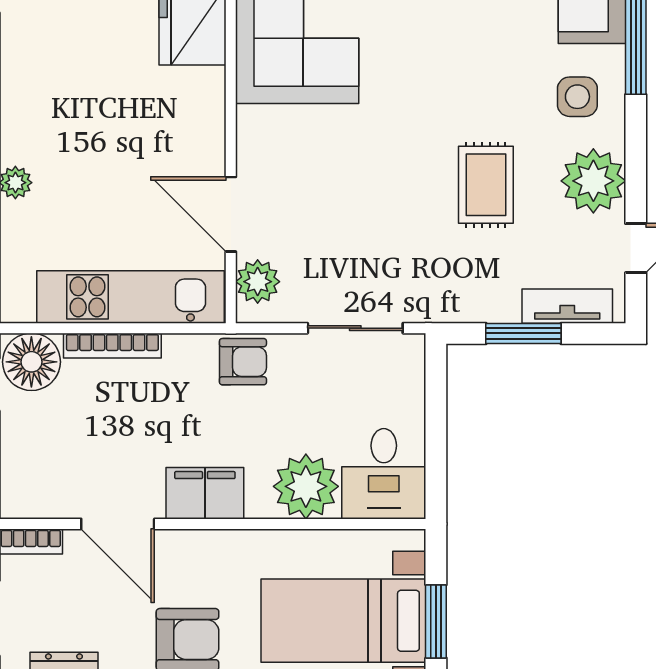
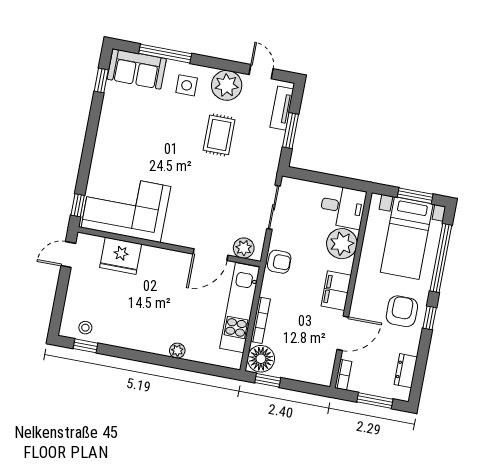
rug: (486, 185) -> (219, 135), turned 90
armchair: (243, 362) -> (279, 262), turned 90

